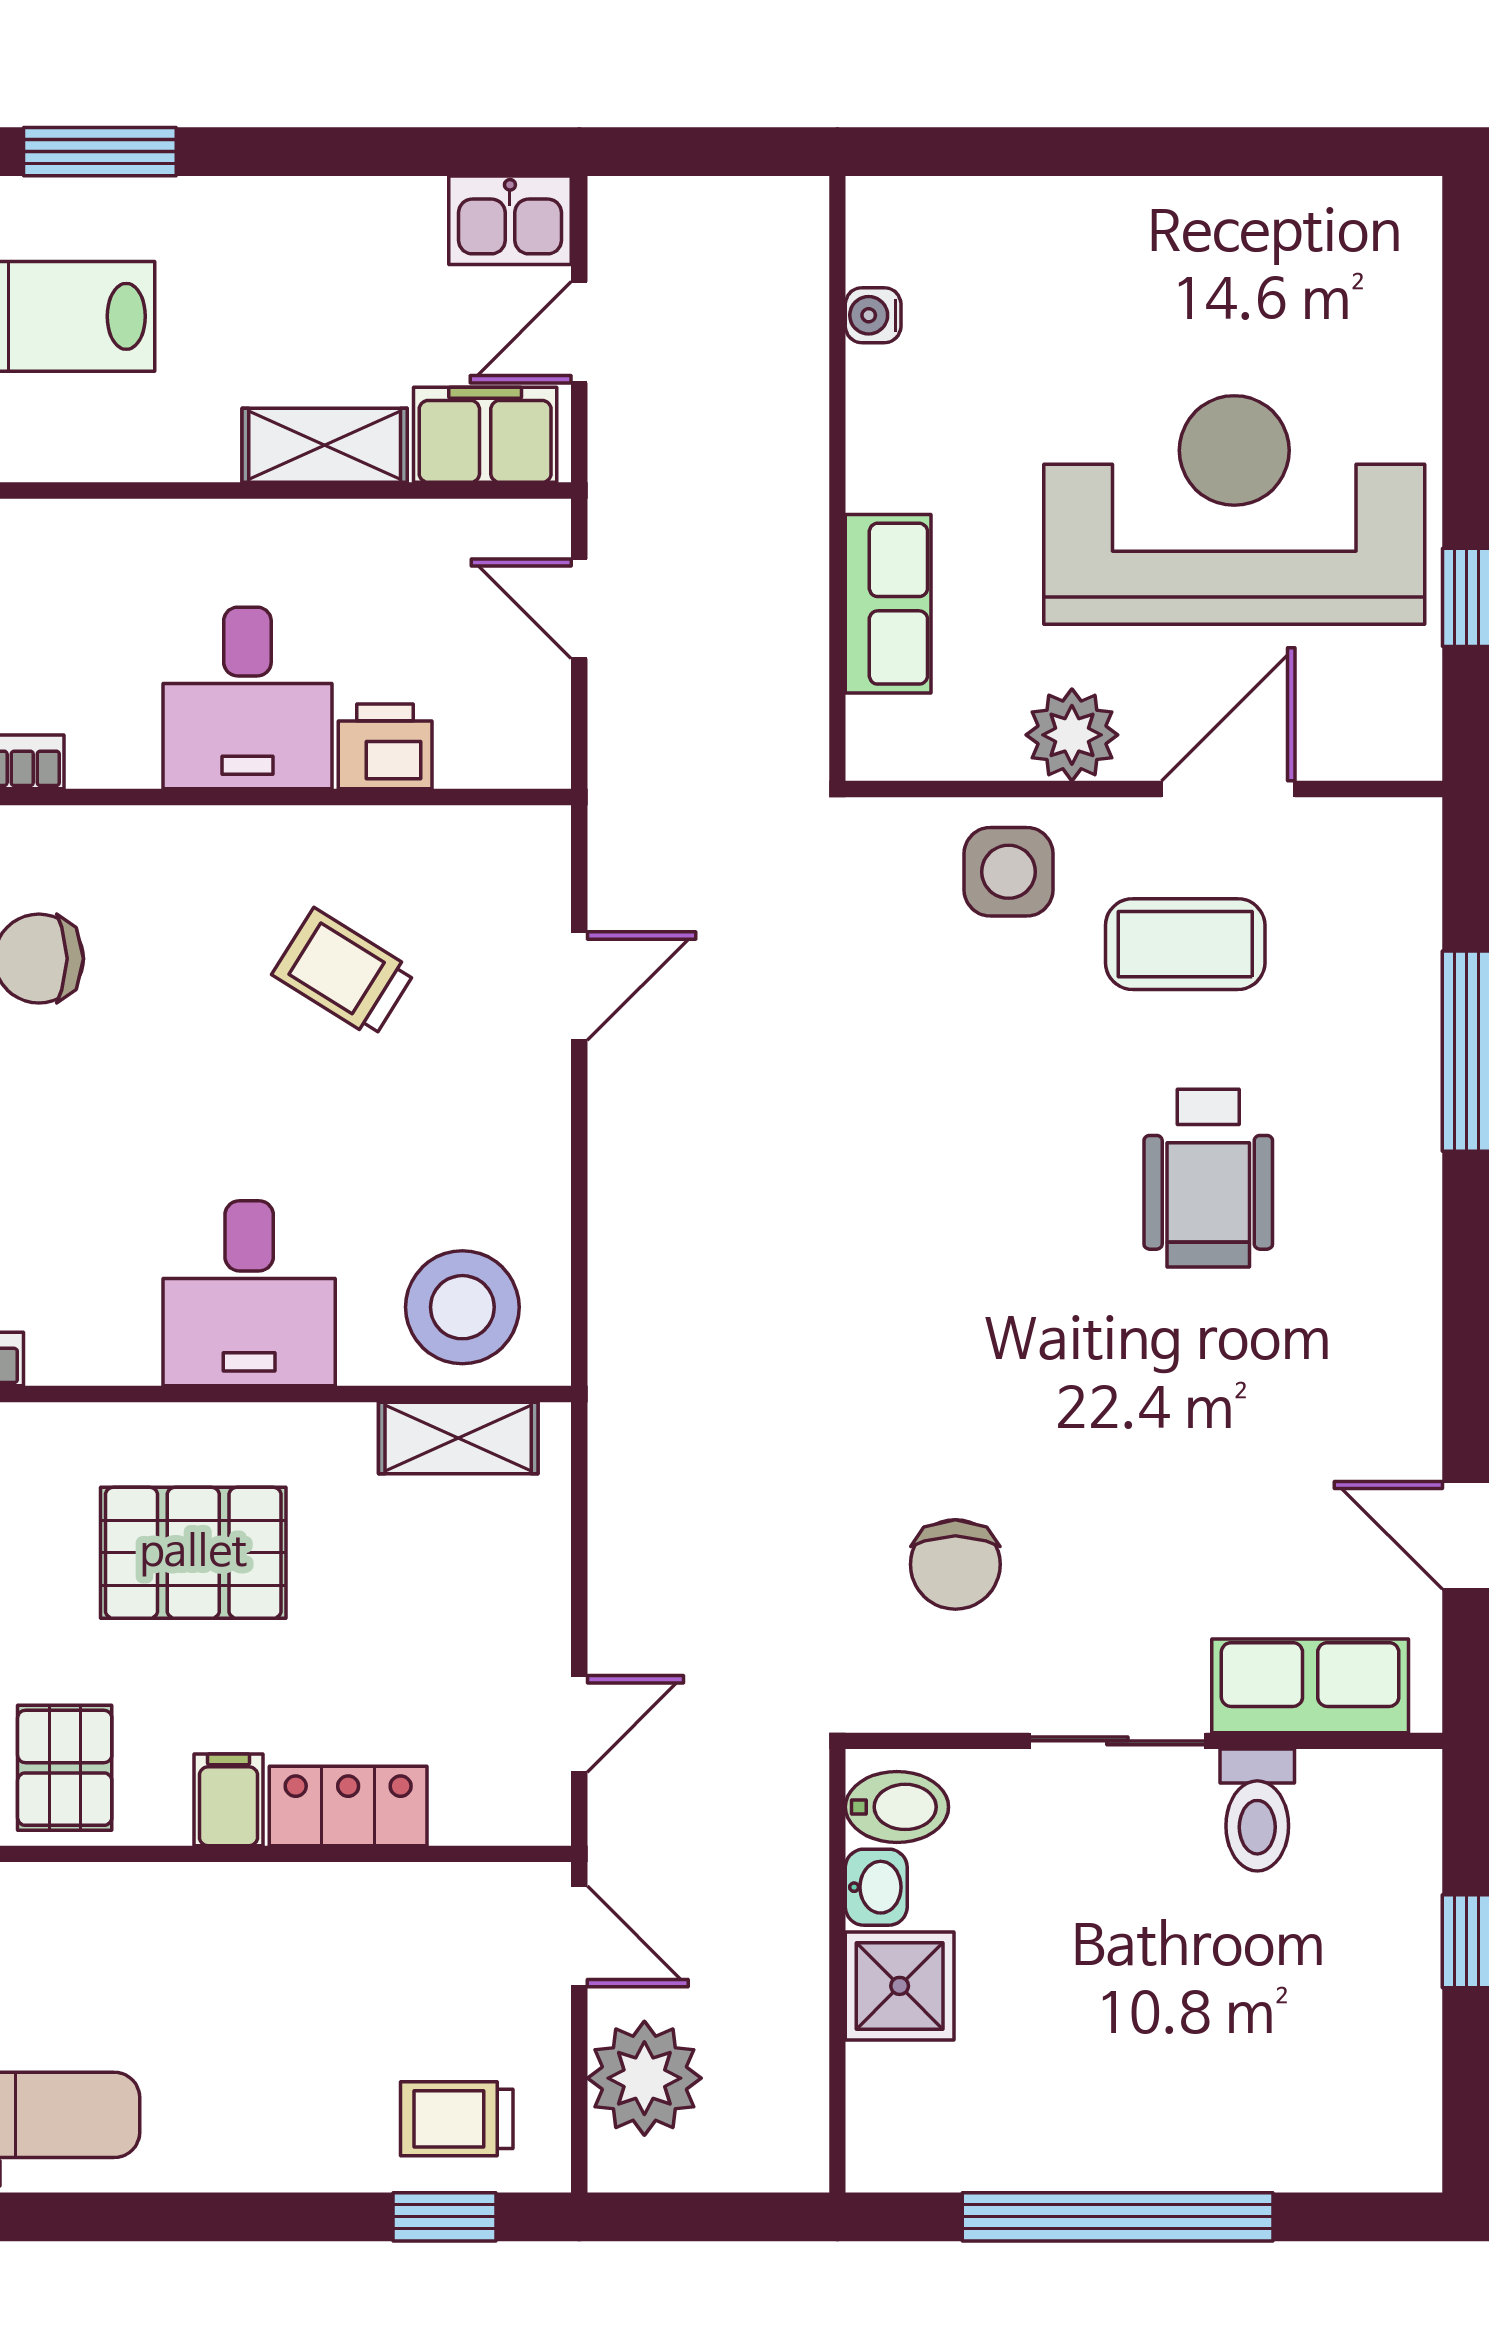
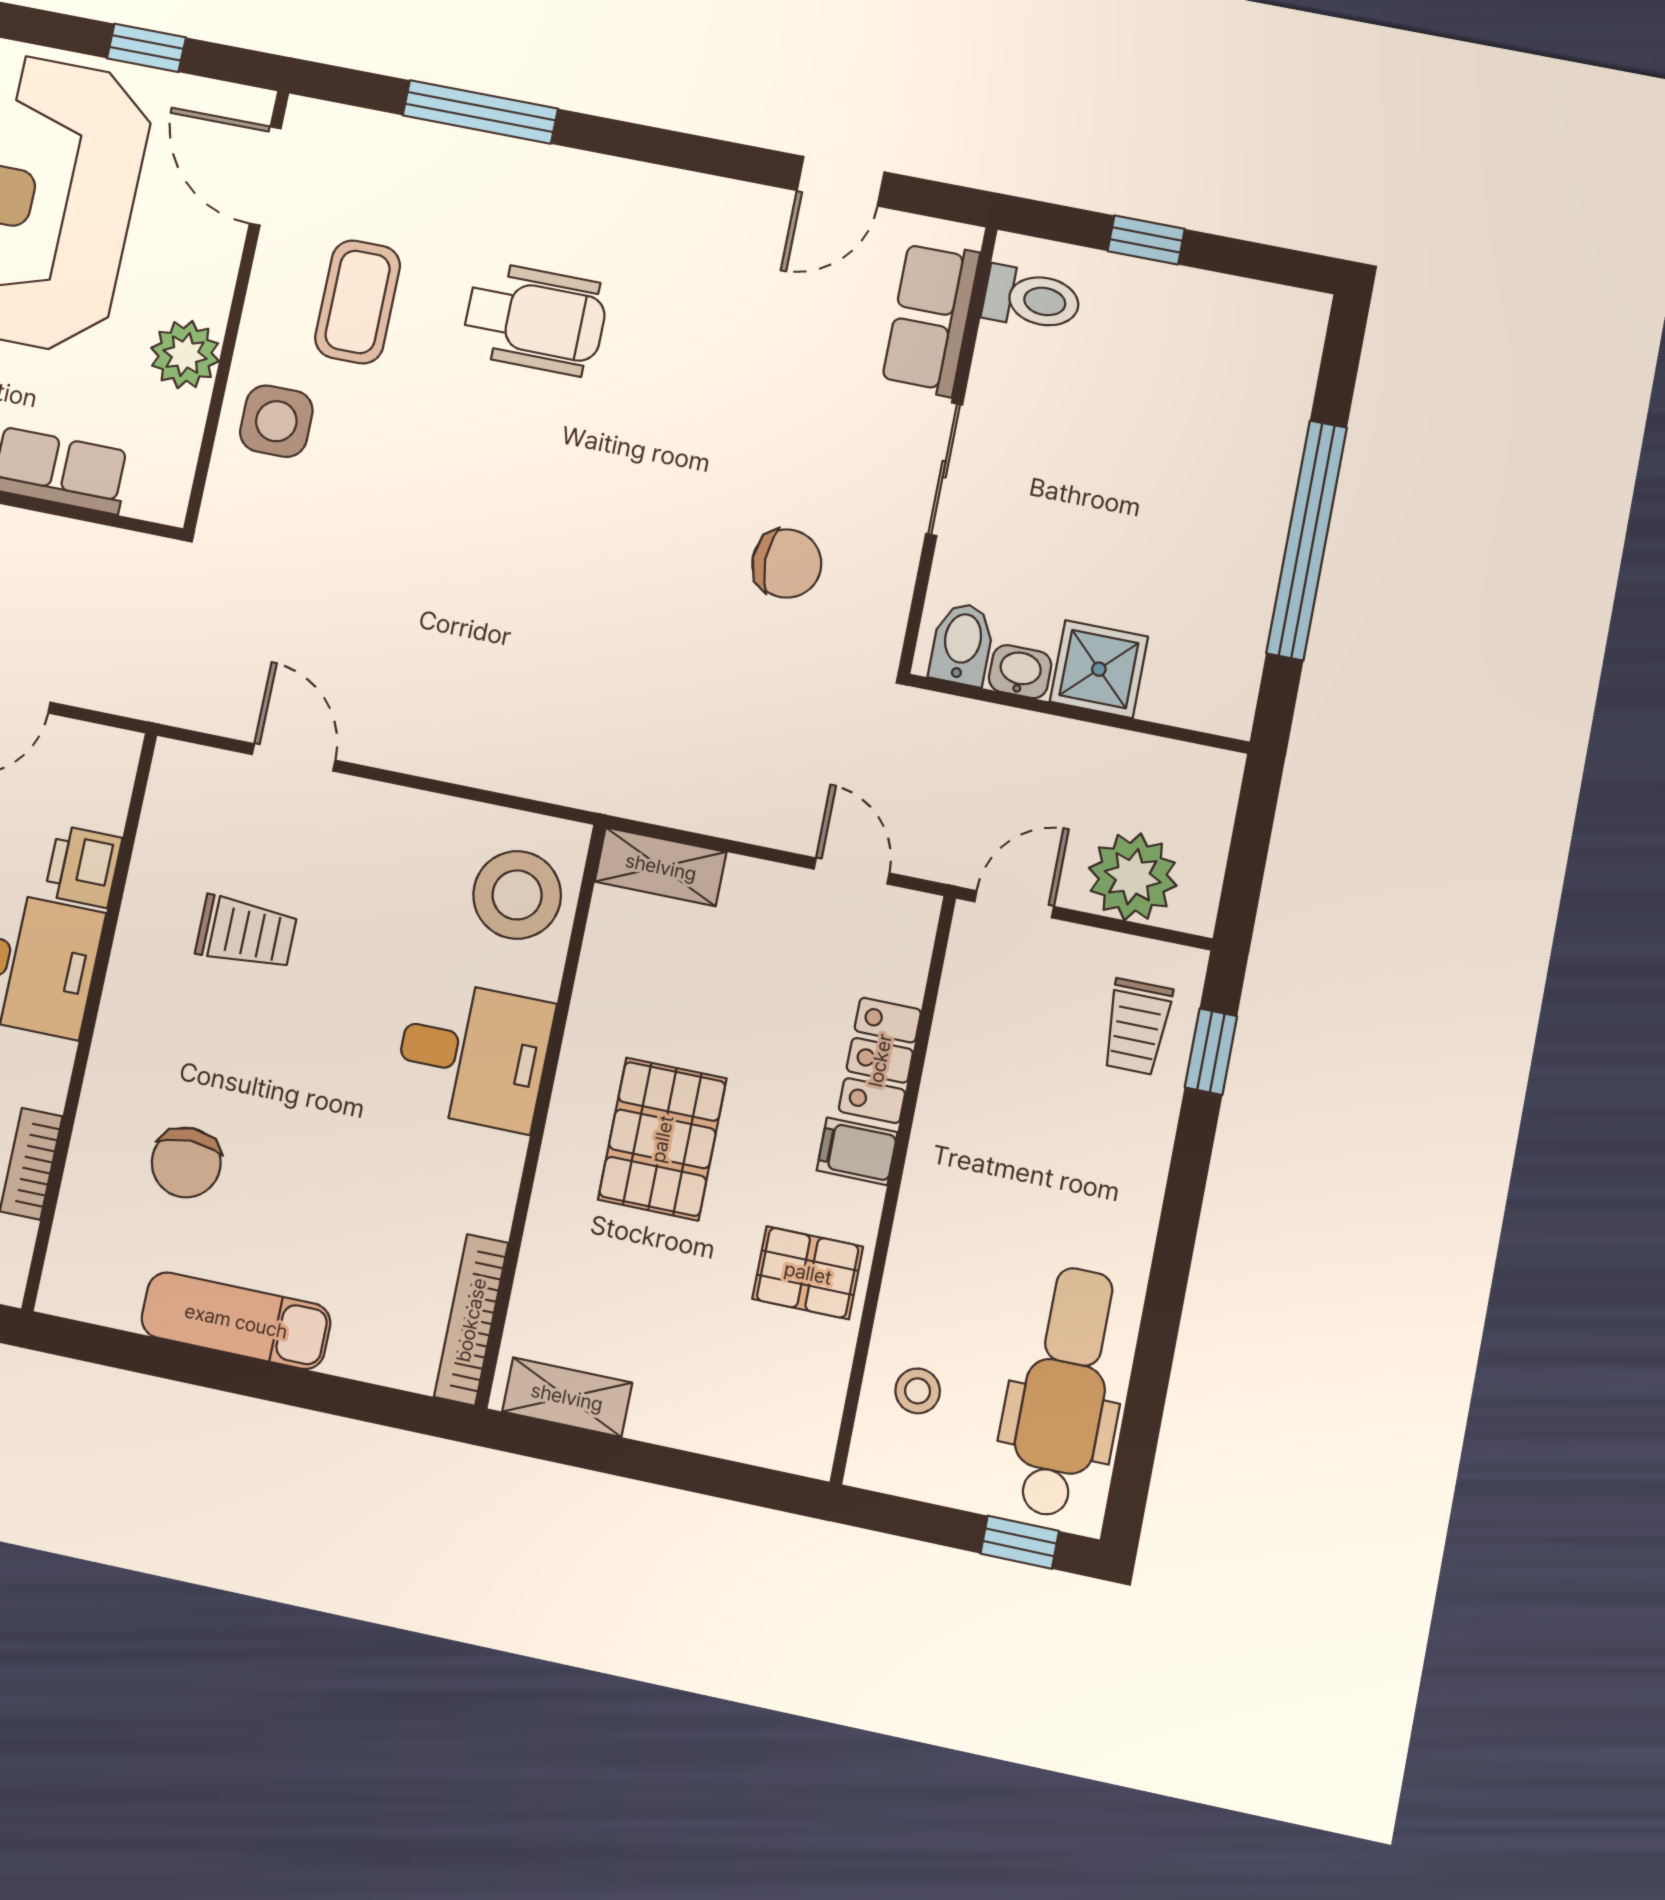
door: (1228, 789) -> (265, 176), moved
trolley: (344, 973) -> (246, 933), turned -122
shelving: (458, 1438) -> (661, 867), moved, turned 90
toilet: (1257, 1810) -> (1032, 299), moved

